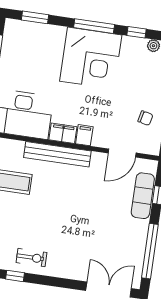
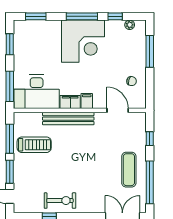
door: (122, 153) -> (118, 110), swing flipped
exercise mat: (143, 196) -> (129, 170), moved
exercise bike: (32, 258) -> (60, 201), width x1.38, depth x1.39

